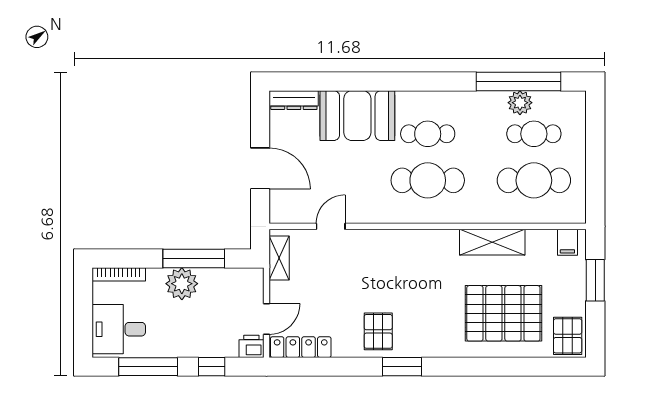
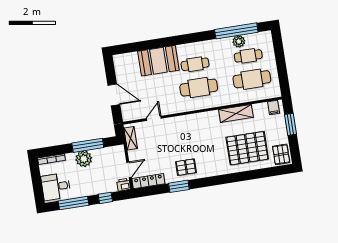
dresser: (294, 100) -> (125, 58), removed
pallet: (378, 331) -> (186, 167), turned 90
window: (402, 367) -> (179, 186), moved

